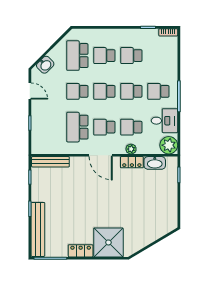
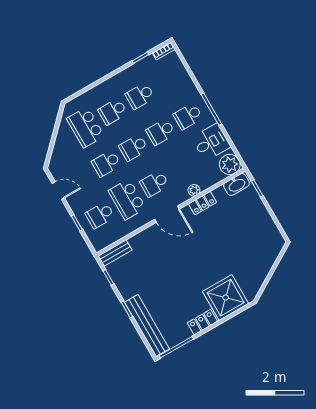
washbasin: (45, 65) -> (58, 155), removed
school desk: (131, 127) -> (100, 215), moved
bench: (50, 162) -> (115, 253), width x0.73
washbasin: (155, 163) -> (236, 184), moved

